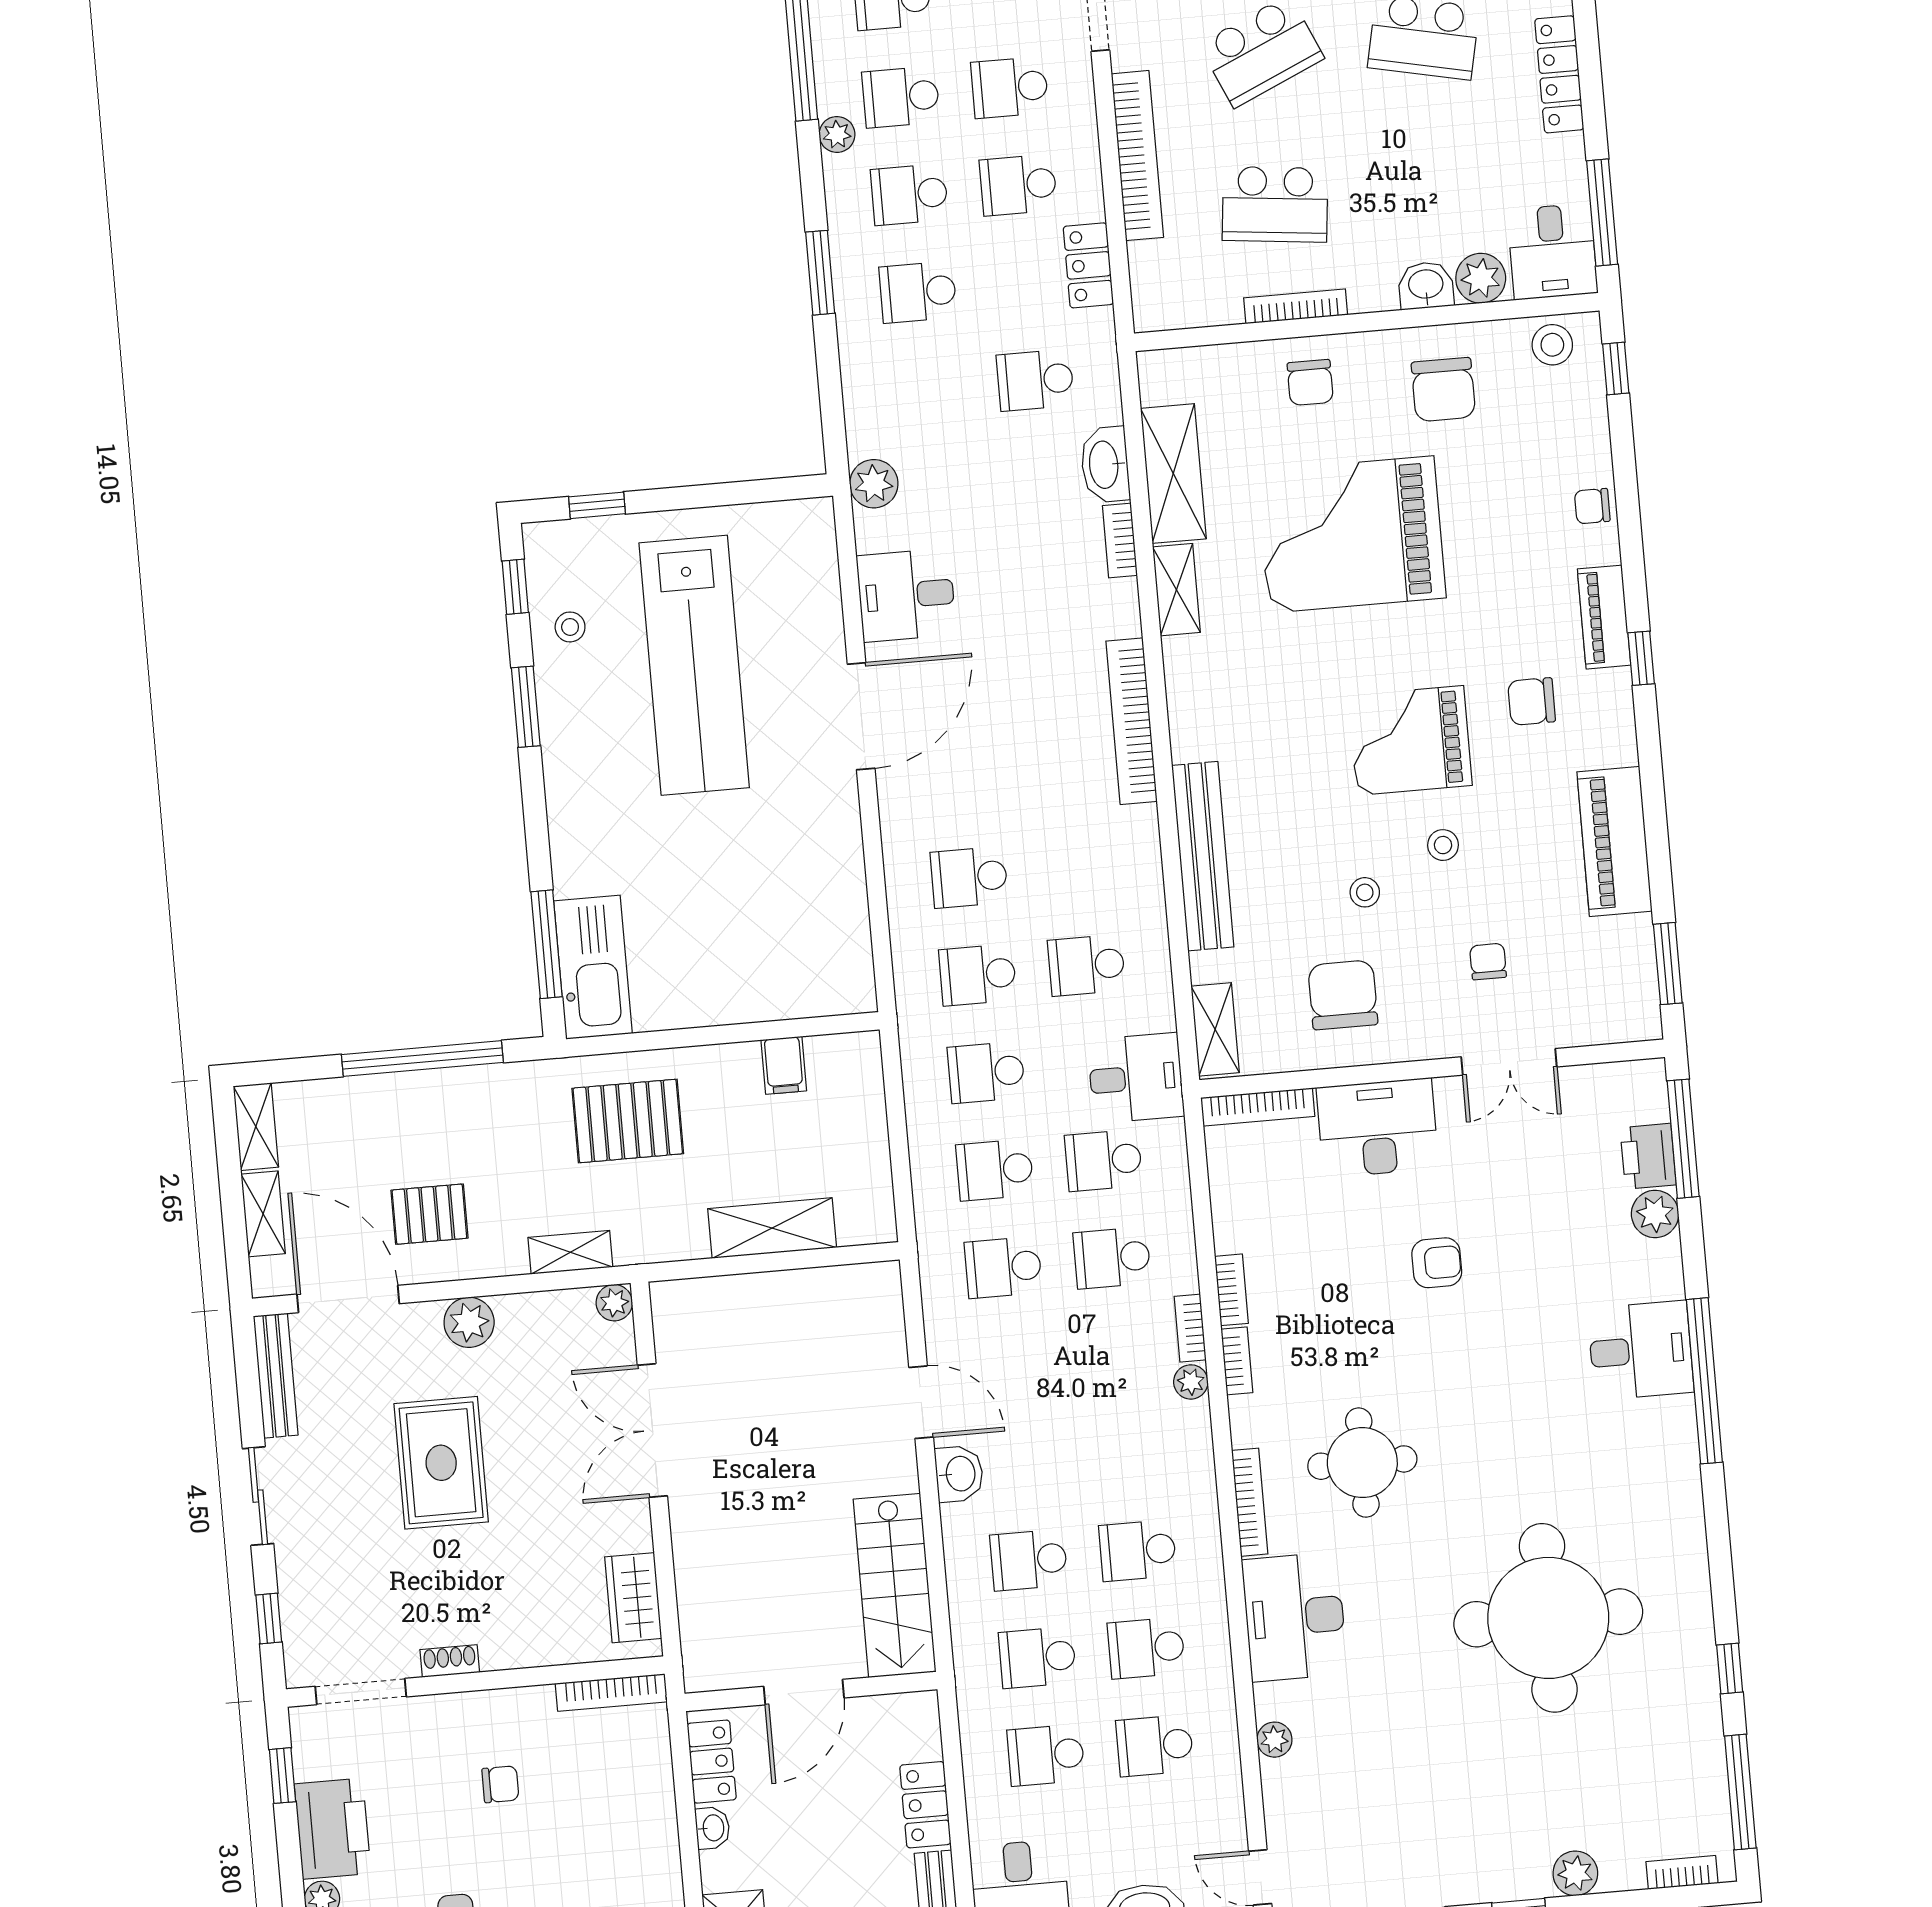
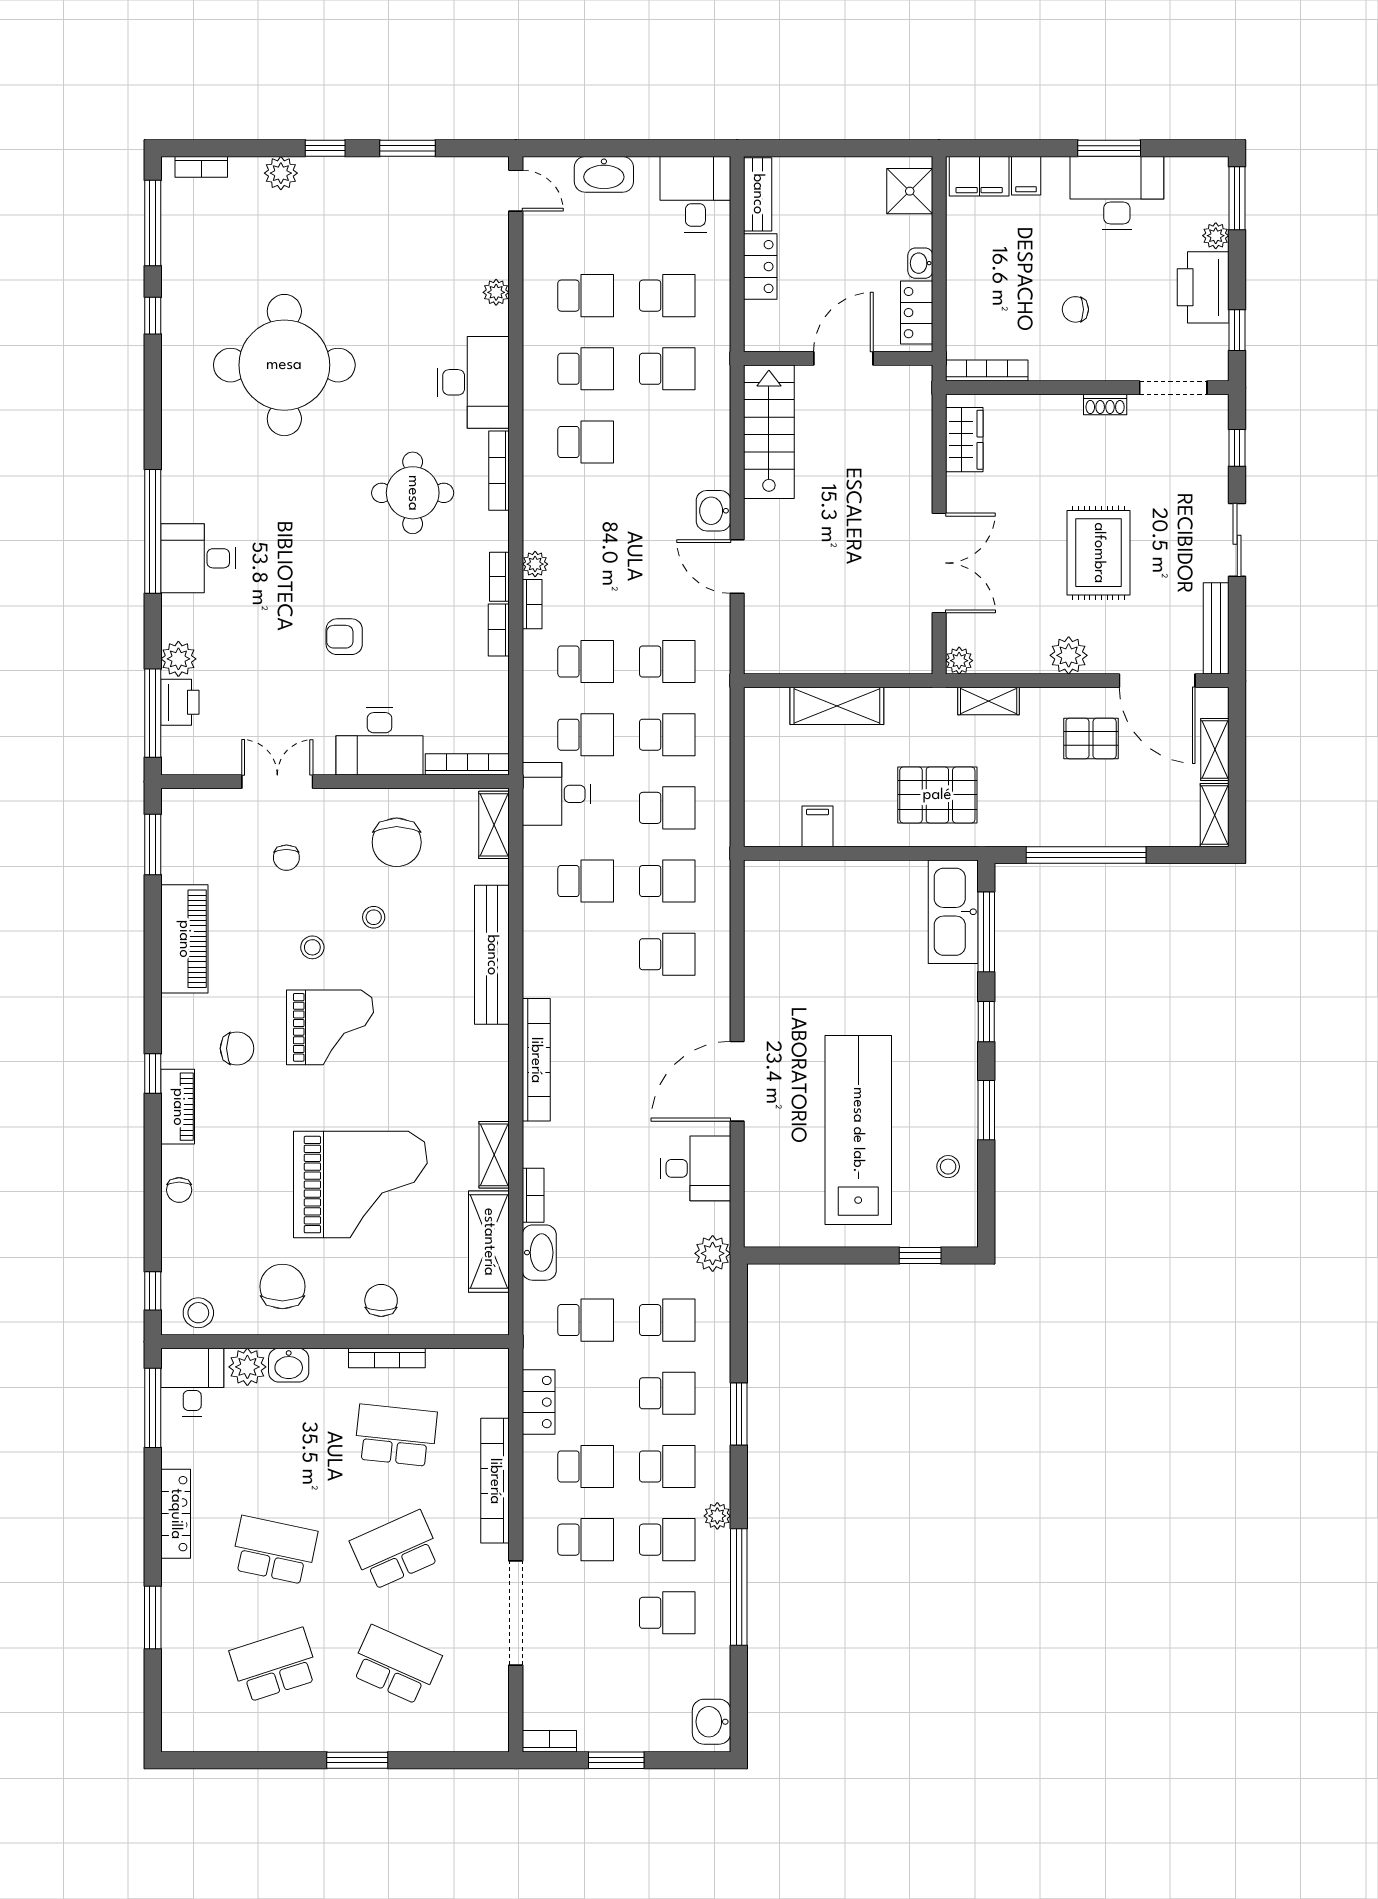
chair: (1592, 506) -> (179, 1190), turned 90
window: (515, 587) -> (986, 1022), moved
school desk: (1029, 1560) -> (667, 1320), moved

